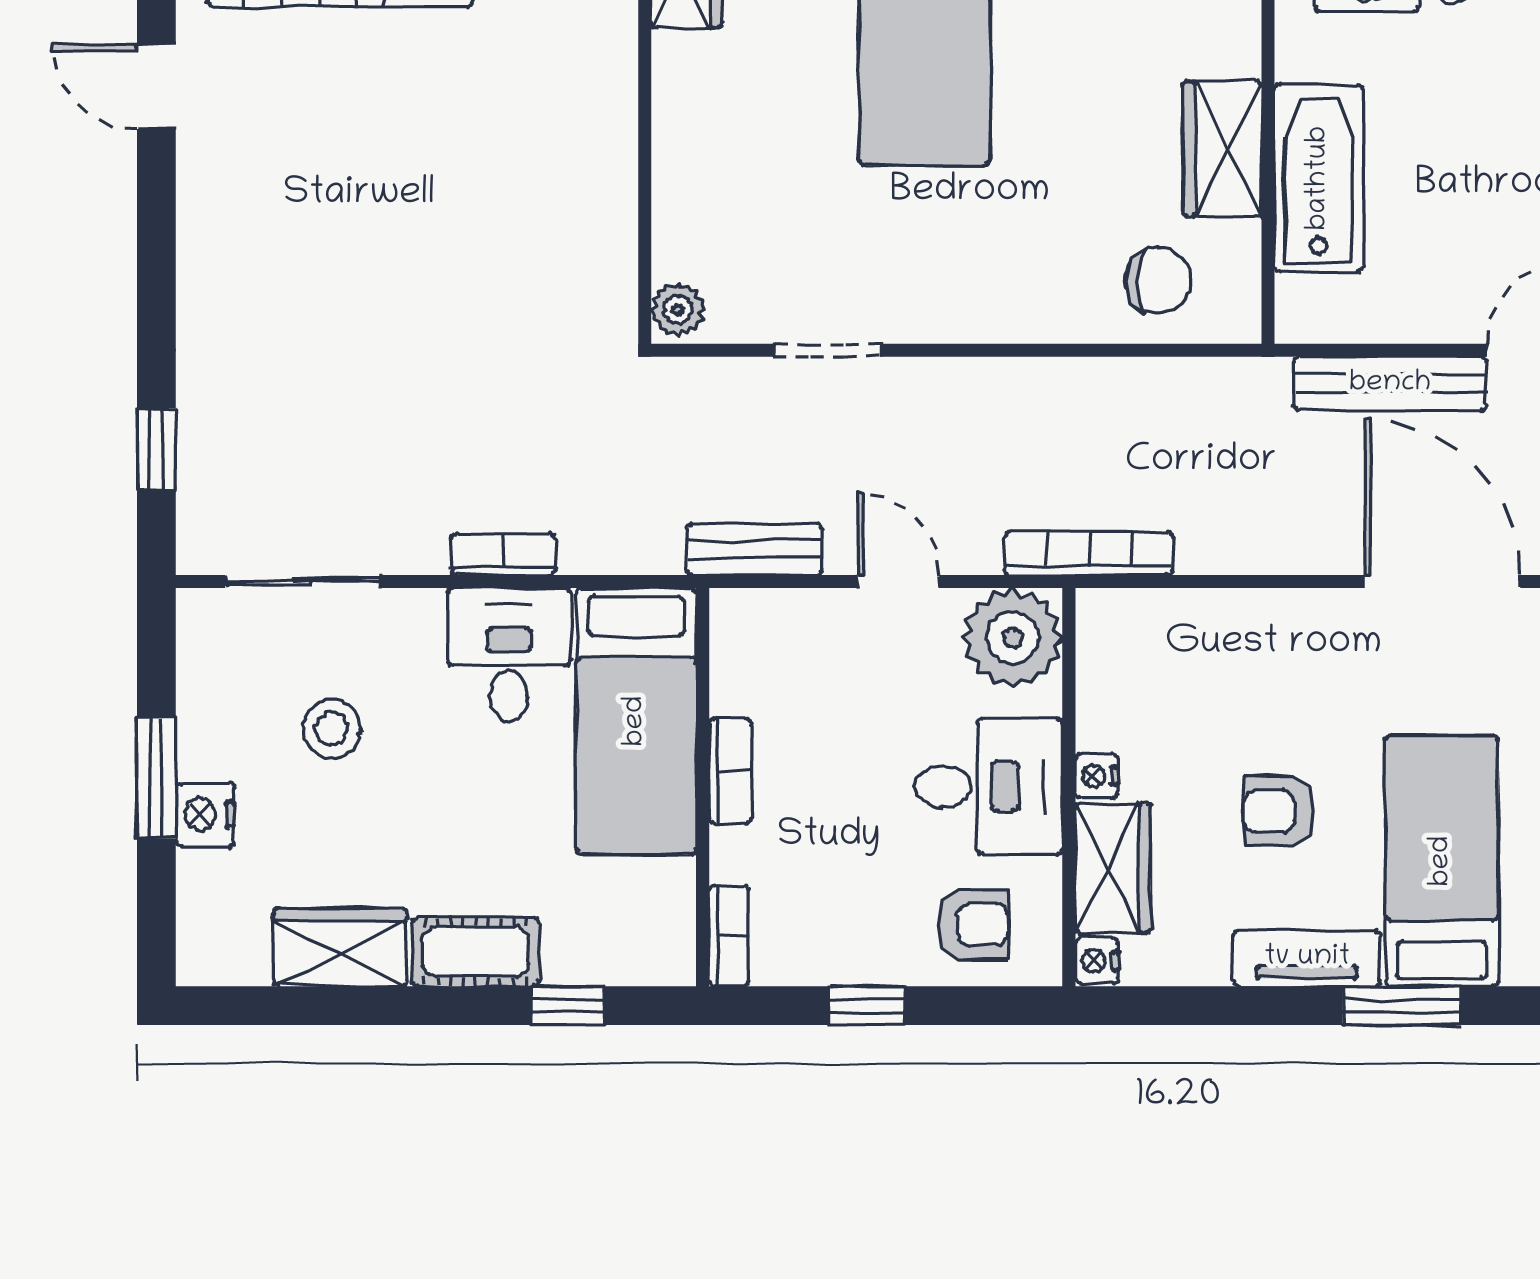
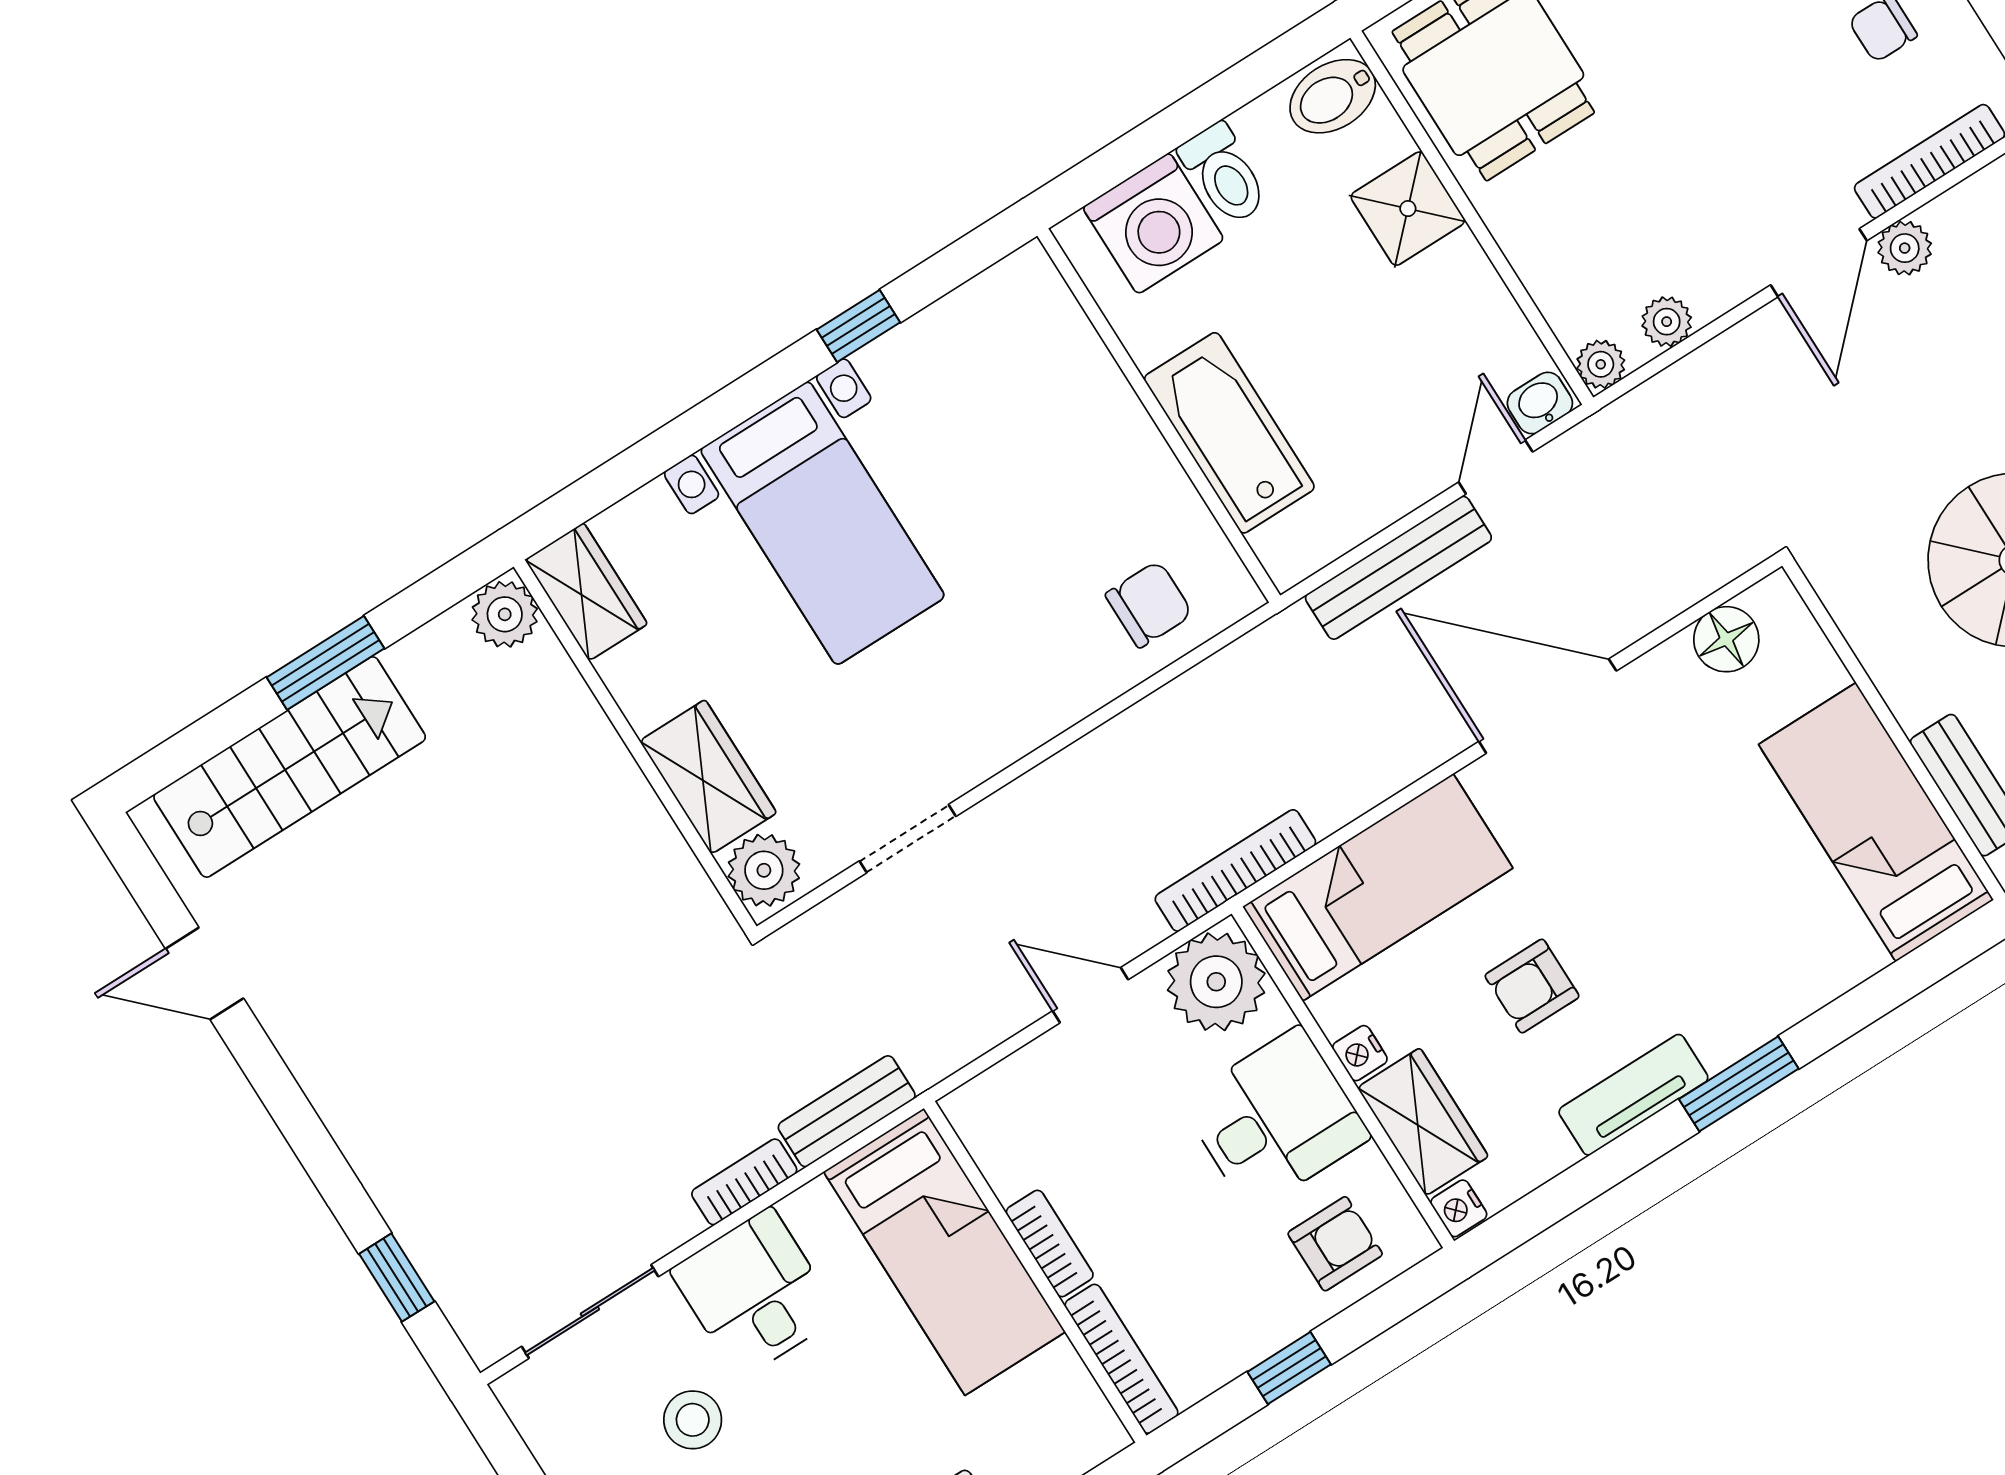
wardrobe: (1222, 149) -> (708, 777), moved, turned 180
plant: (678, 310) -> (764, 870), width x1.38, depth x1.38
bench: (754, 549) -> (847, 1111), moved
desk: (509, 655) -> (755, 1293), moved
bed: (1442, 861) -> (1378, 887), moved, turned 90
bookcase: (729, 936) -> (1121, 1359), width x1.56

